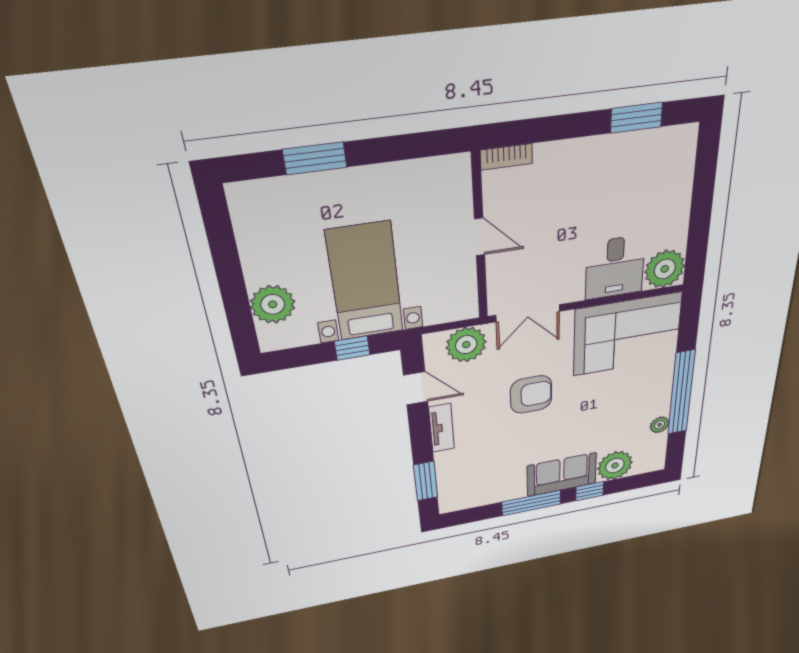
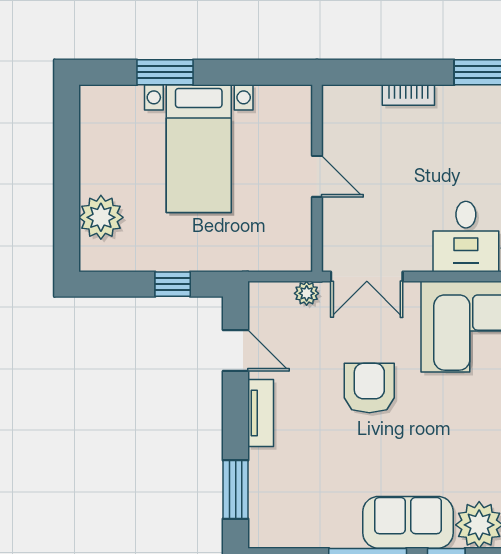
bookcase: (506, 157) -> (408, 95), moved
bed with nightstands: (365, 282) -> (199, 149), moved, turned 180
plant: (466, 345) -> (307, 293), width x0.53, depth x0.53
armchair: (531, 394) -> (369, 388), turned -90

